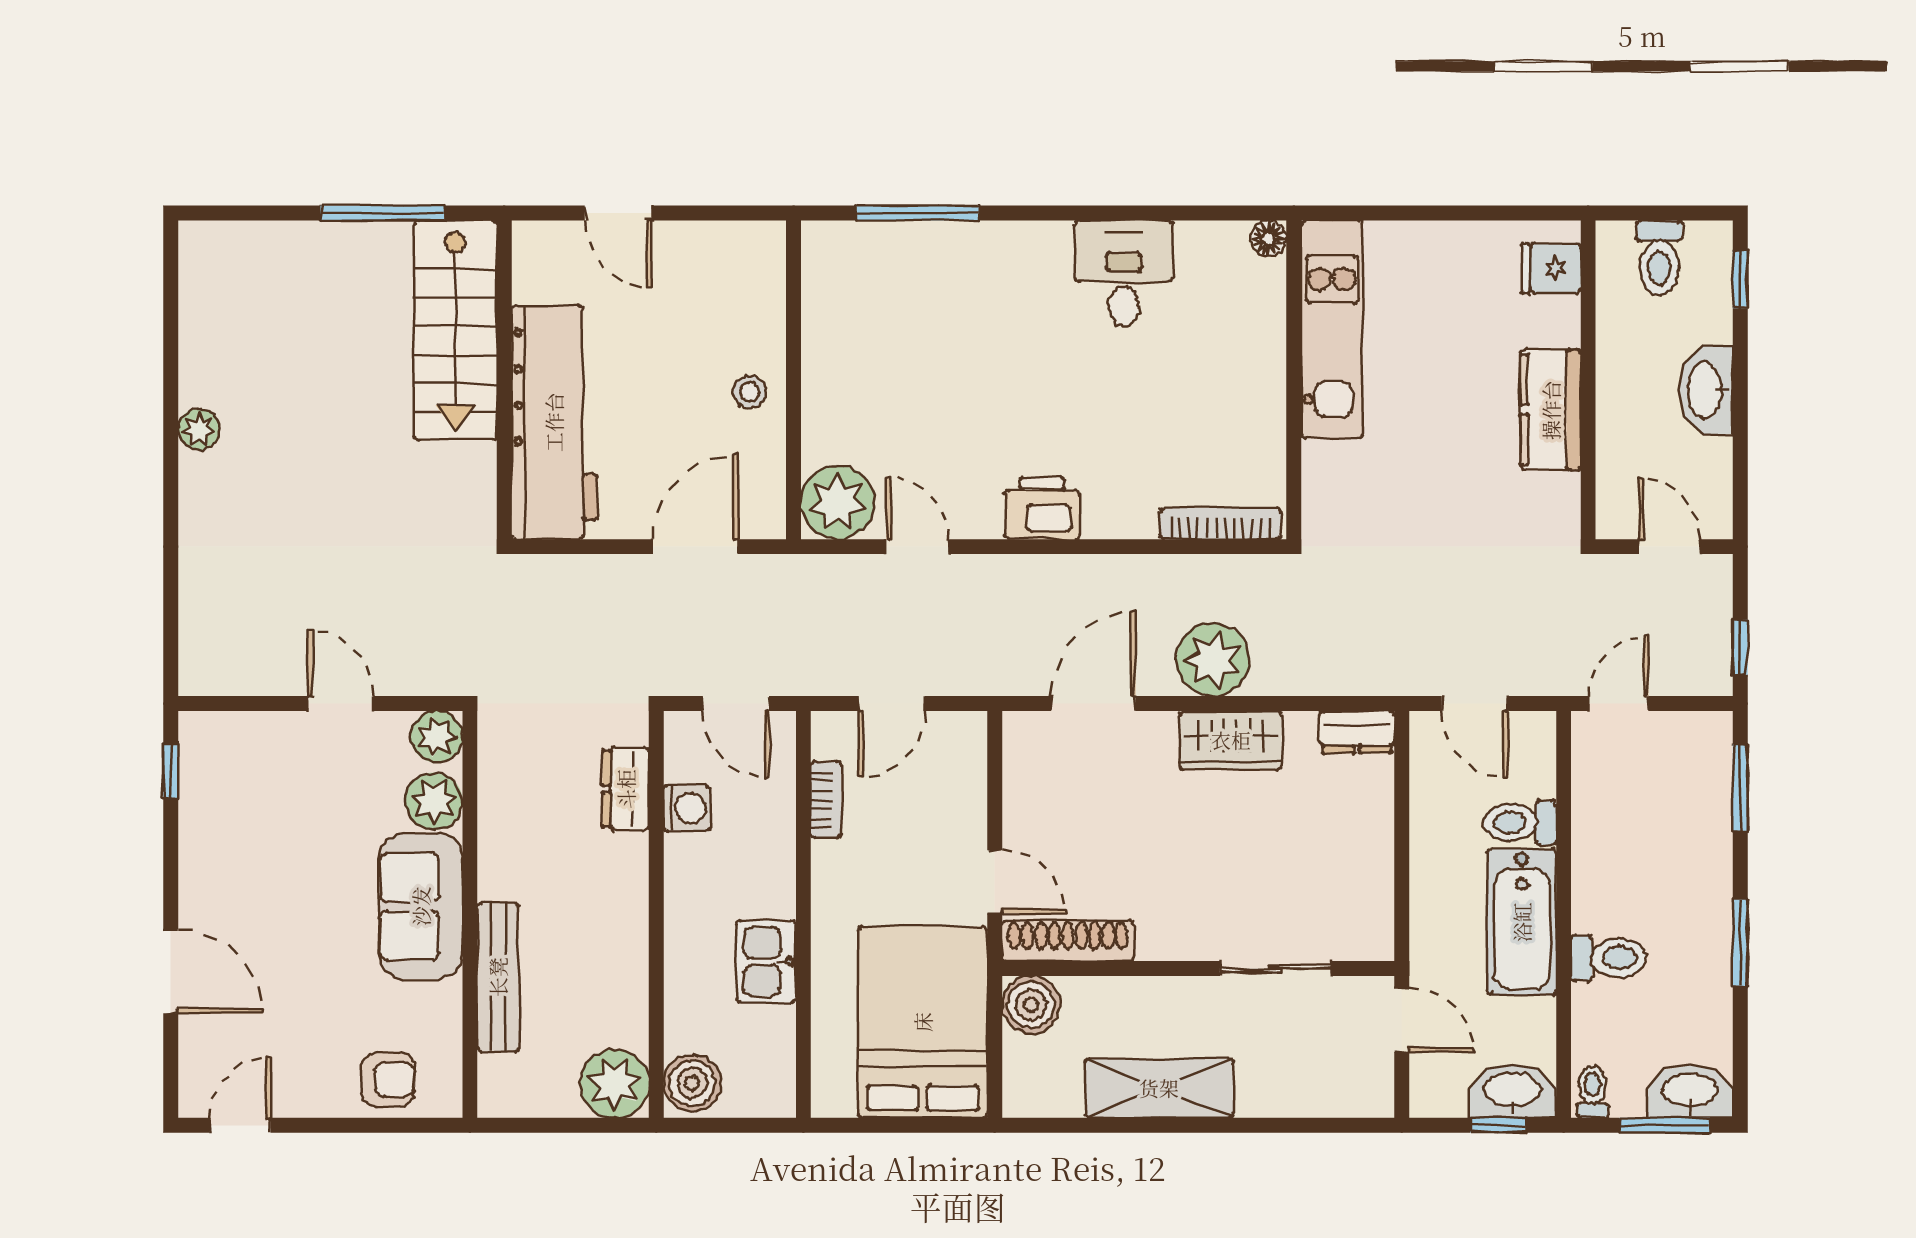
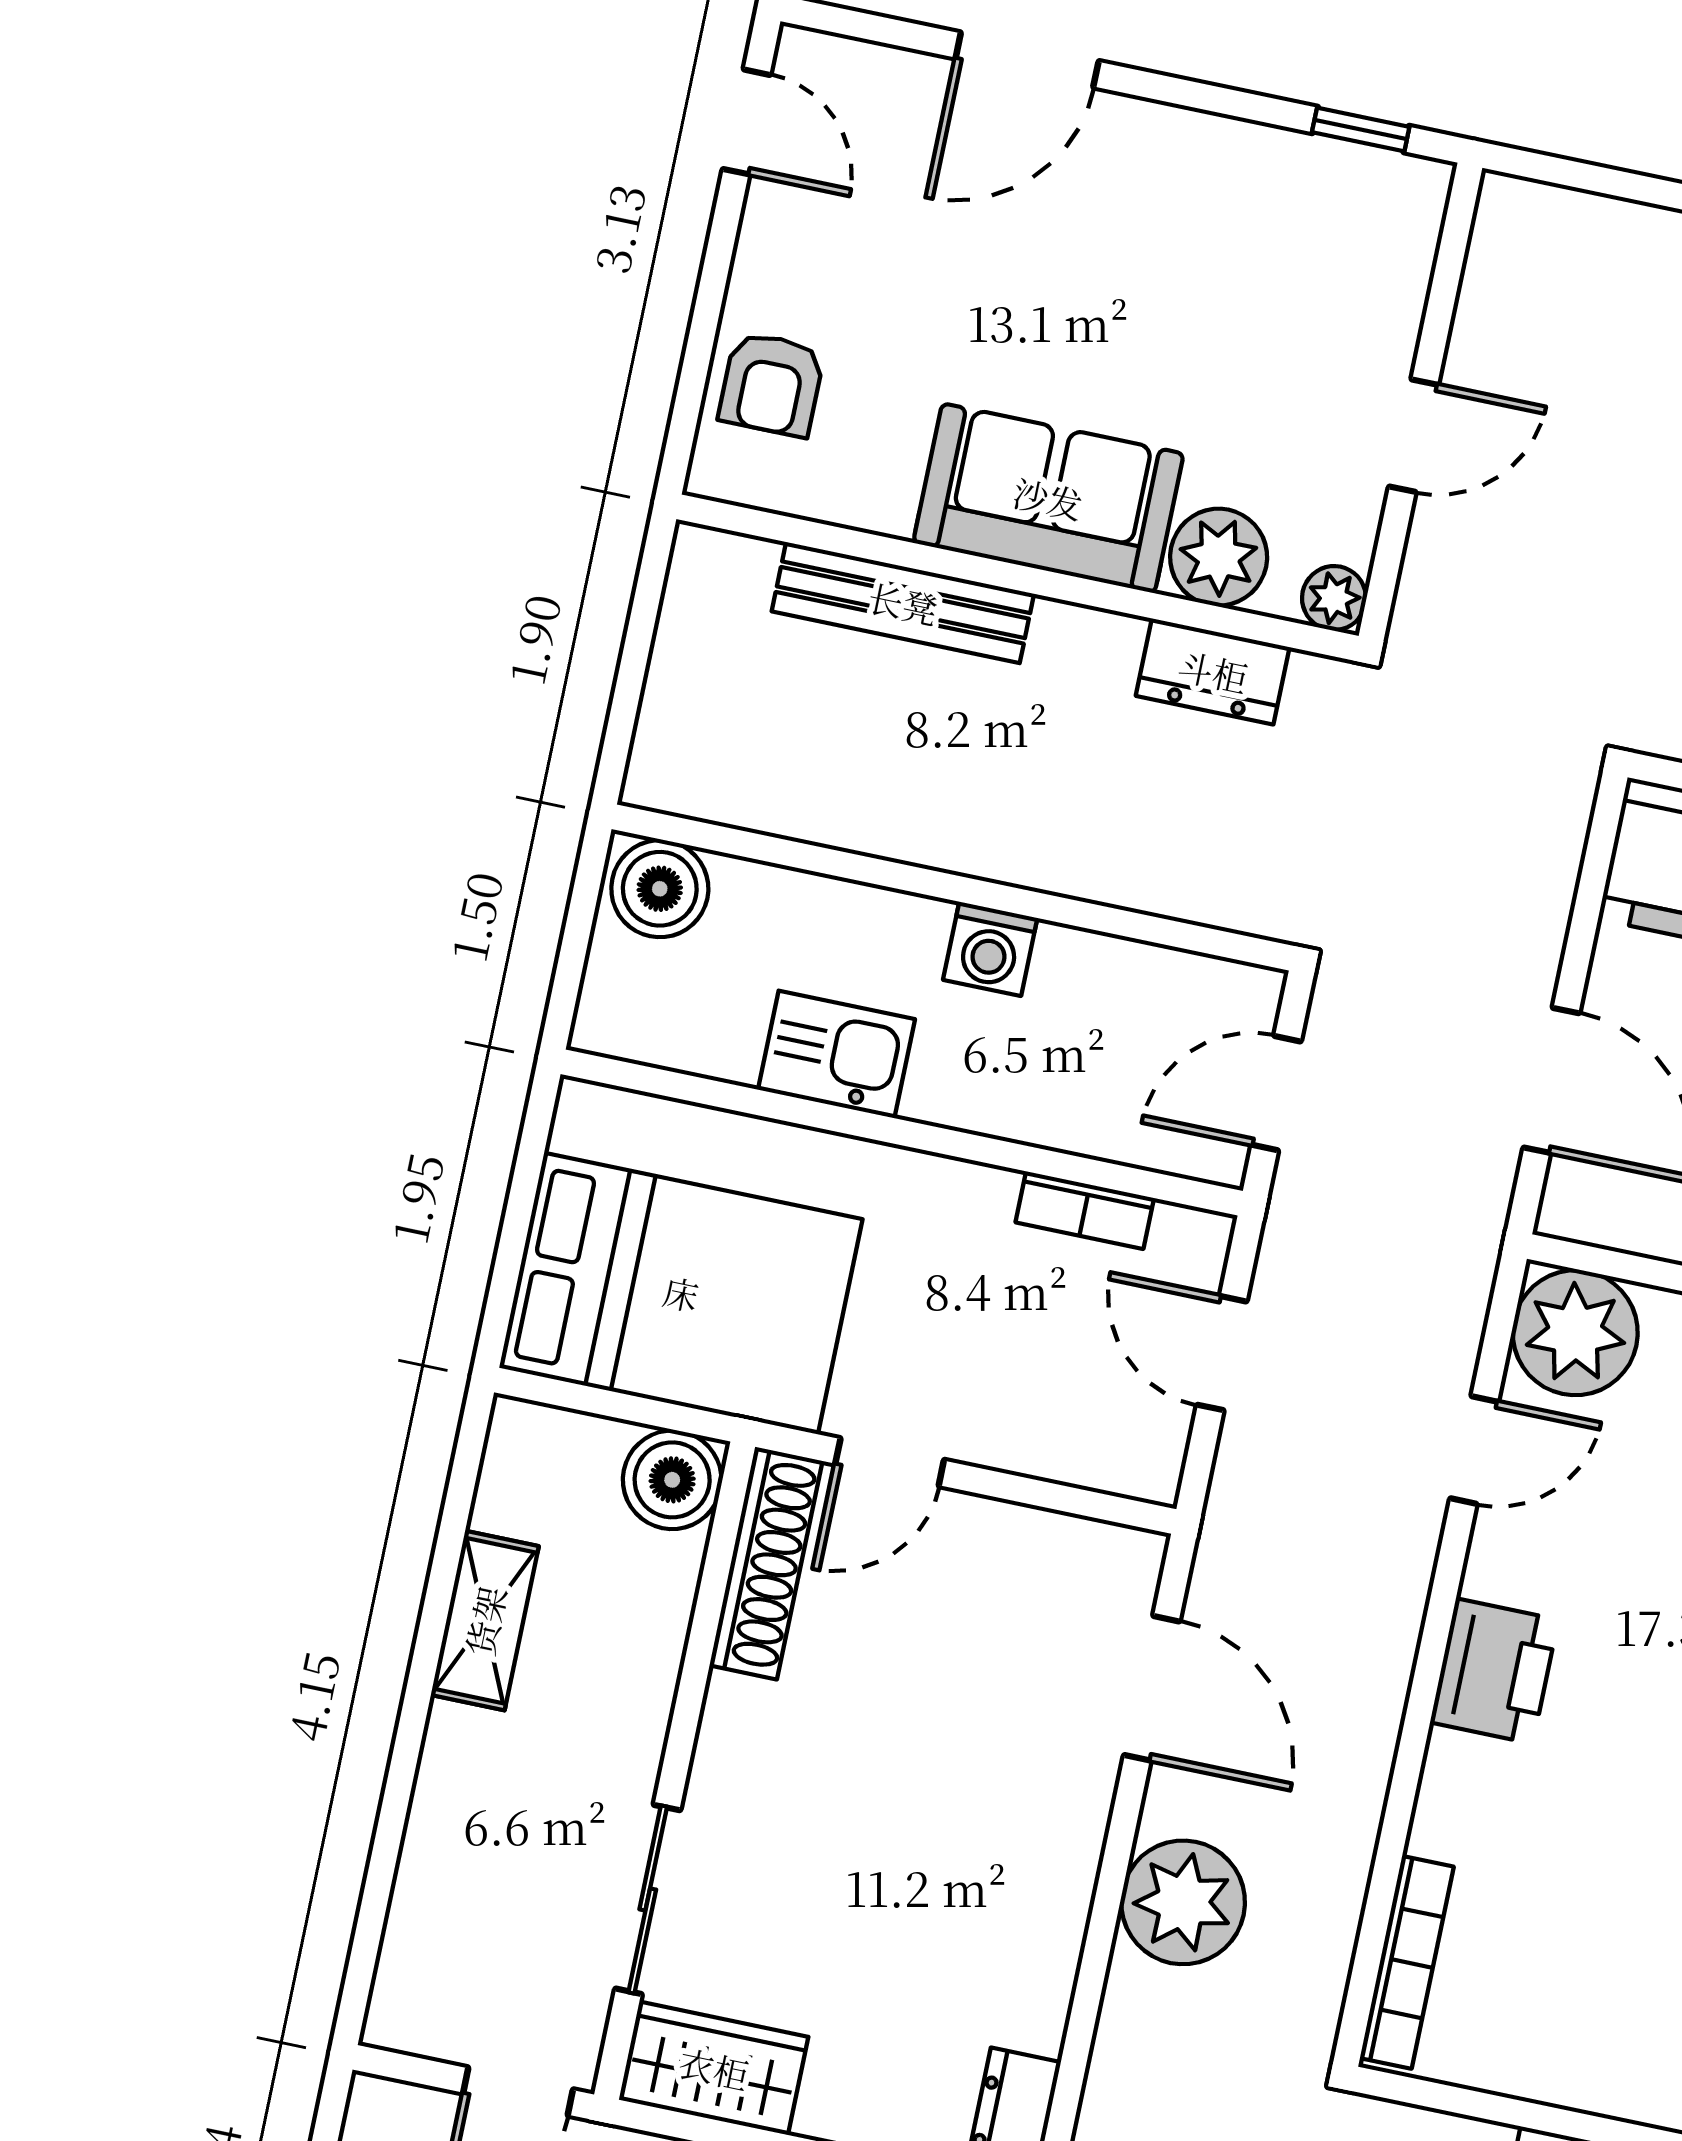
plant: (437, 737) -> (1334, 598), width x0.73, depth x0.73
wardrobe: (1231, 740) -> (714, 2068), moved, turned 90
dresser: (626, 789) -> (1213, 671), moved, turned 180
washing machine: (687, 808) -> (990, 949), moved
plant: (615, 1084) -> (686, 759), removed
shelving: (1159, 1088) -> (485, 1621), width x0.67, depth x0.75

